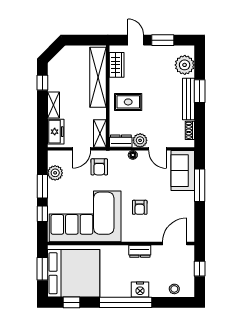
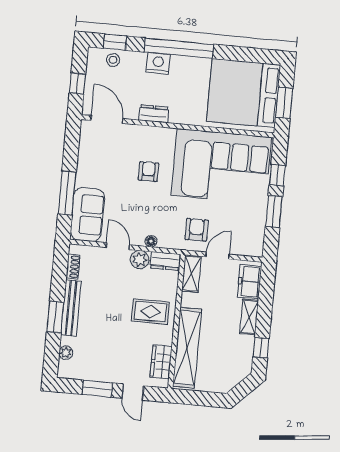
plant: (185, 65) -> (66, 353), width x0.53, depth x0.53
plant: (55, 173) -> (255, 227), removed
door: (175, 244) -> (107, 120), swing flipped
window: (72, 302) -> (115, 42), moved

